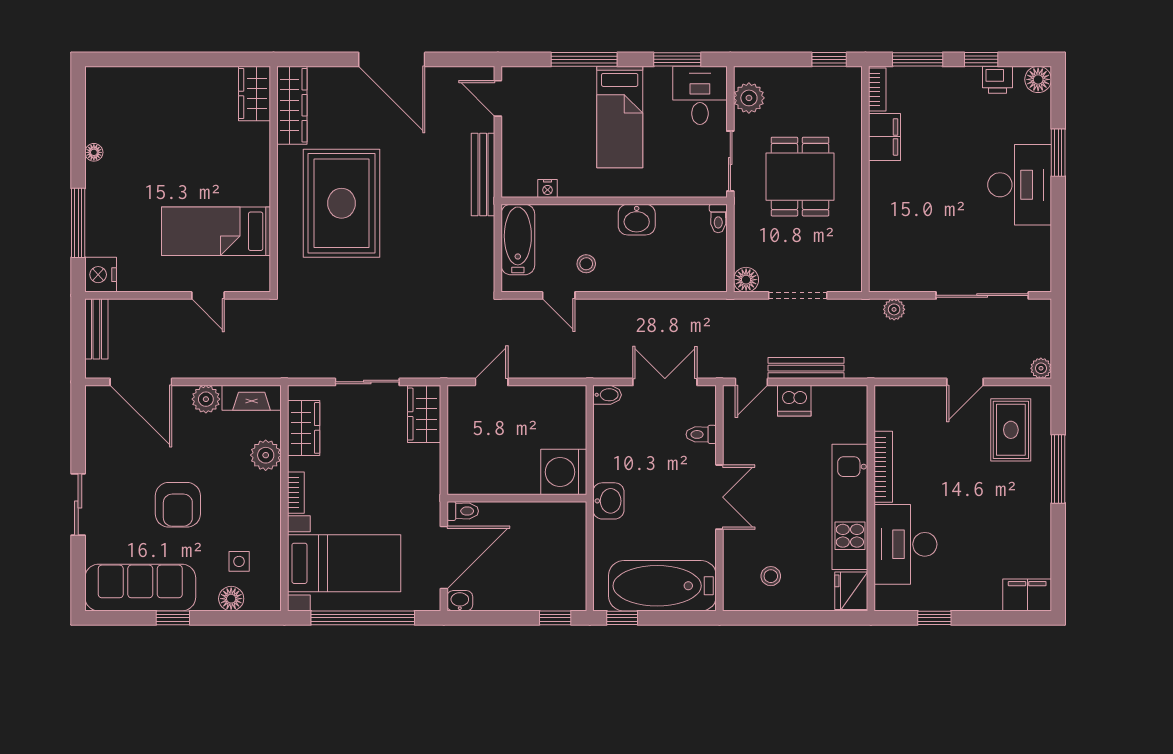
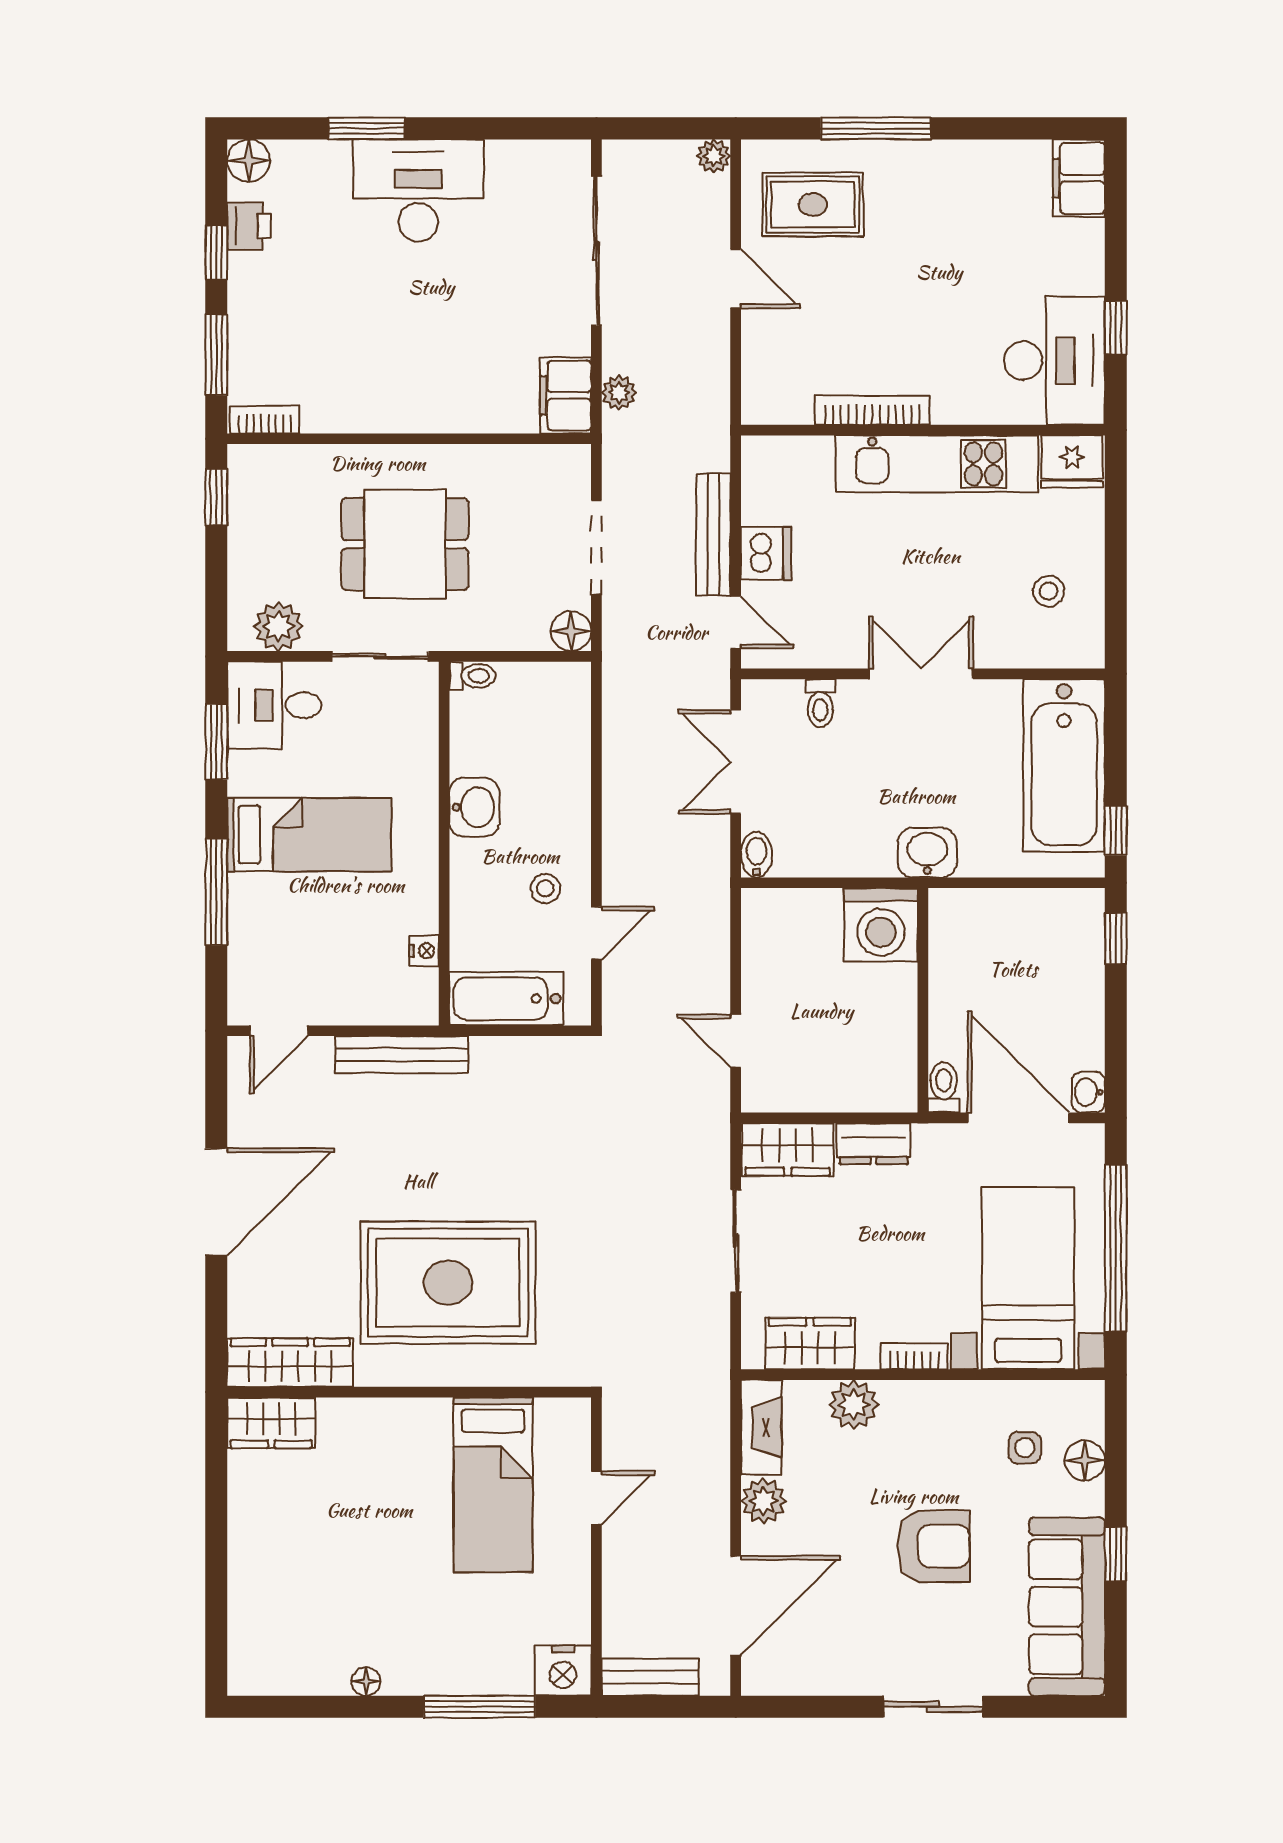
filing cabinet: (884, 137) -> (566, 395), moved, turned -90
dresser: (428, 468) -> (874, 1144), added
desk: (905, 544) -> (1054, 361), moved, turned -90

